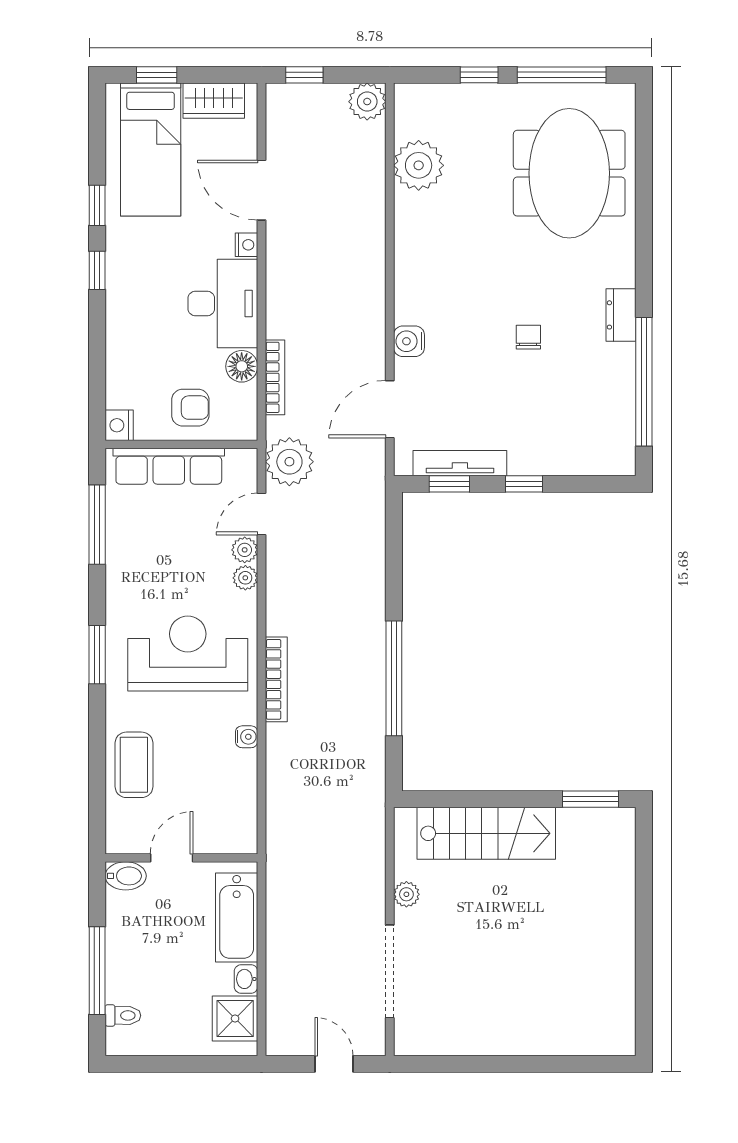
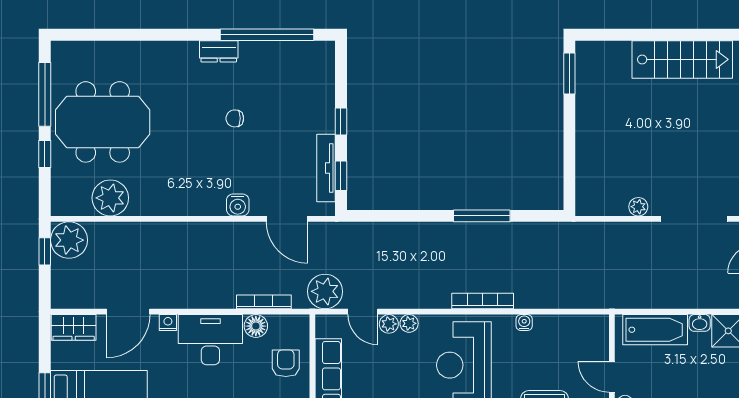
window: (304, 75) -> (45, 251), moved
wardrobe: (214, 101) -> (74, 327), moved, turned 90
plant: (367, 102) -> (69, 240), width x1.36, depth x1.36
meeting table: (569, 173) -> (103, 122), moved
window: (394, 678) -> (482, 216), width x0.68
stairs: (486, 833) -> (682, 59), moved, turned 90

